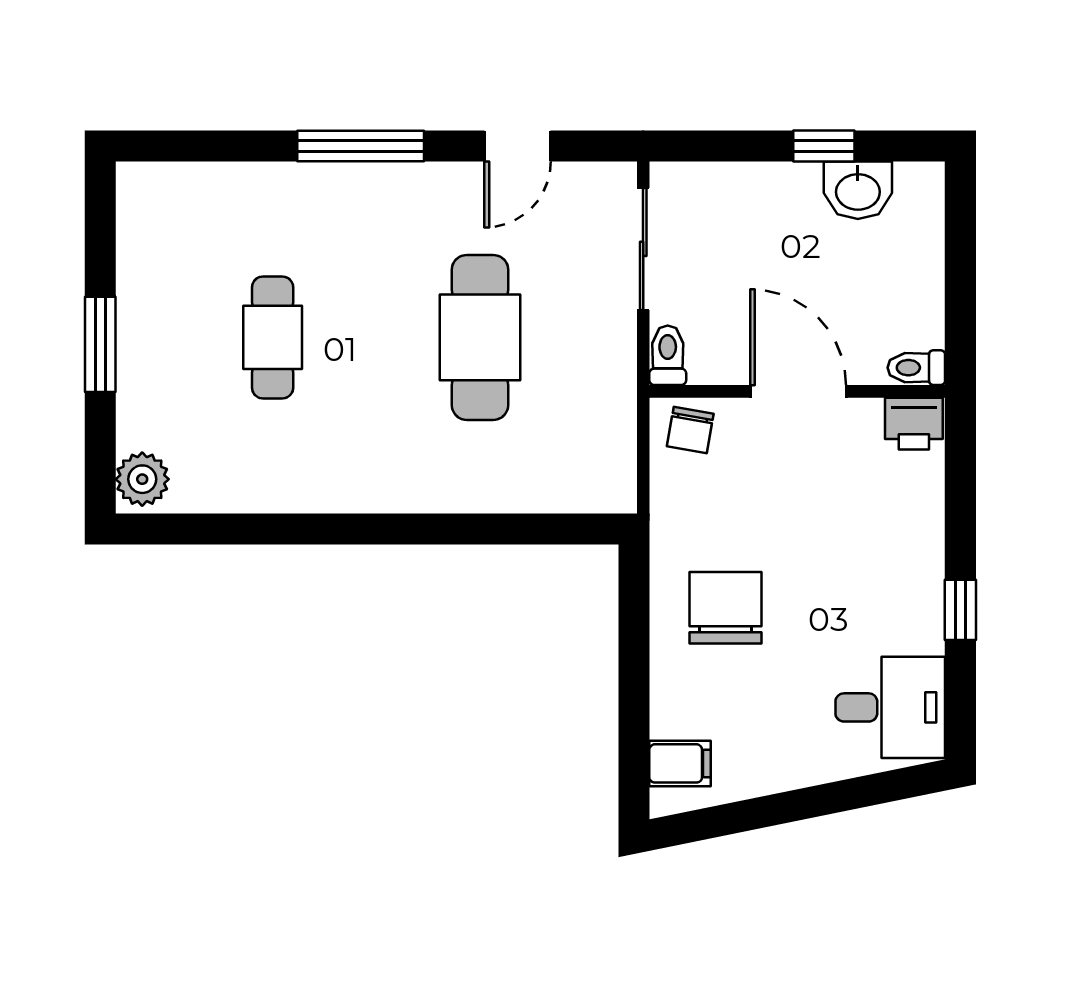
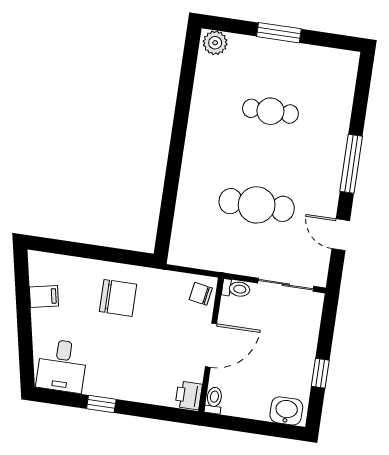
washbasin: (858, 190) -> (286, 411), moved, turned 90
filing cabinet: (680, 763) -> (44, 296), moved, turned -101

